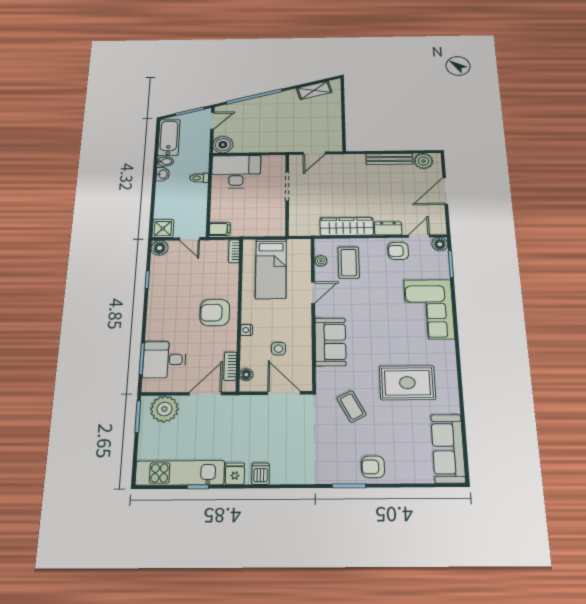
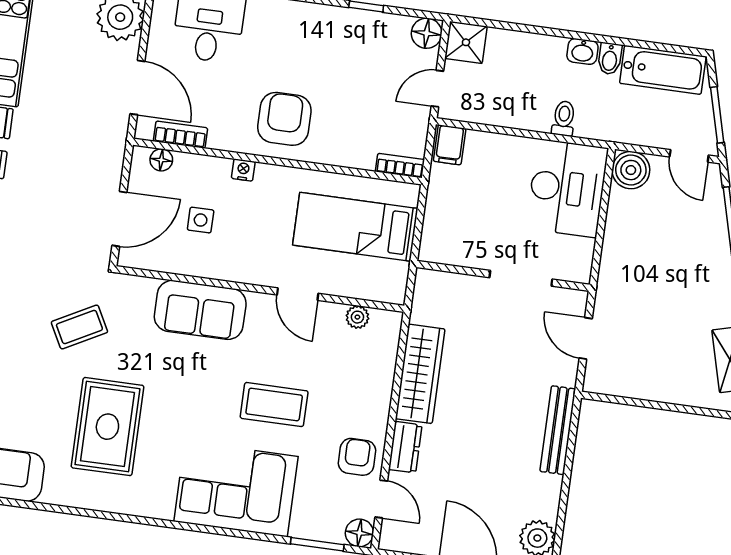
bench: (389, 159) -> (558, 430), moved
coffee table: (349, 263) -> (274, 405), moved

